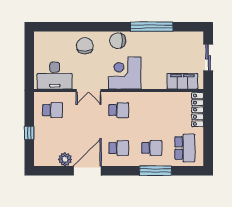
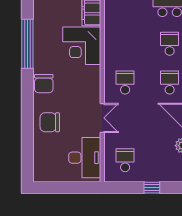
corner desk: (125, 73) -> (82, 46), moved

